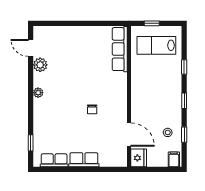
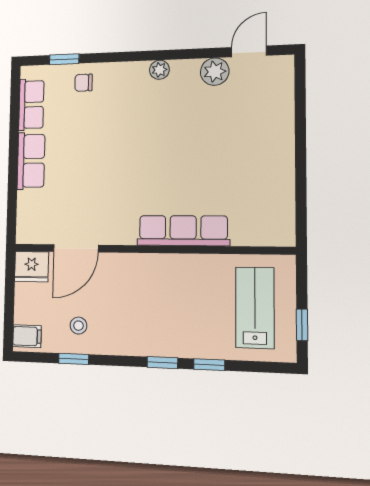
window: (152, 23) -> (302, 325), moved
row of seats: (120, 49) -> (183, 231), moved
window: (184, 101) -> (162, 363), moved
chair: (92, 109) -> (84, 83), moved

